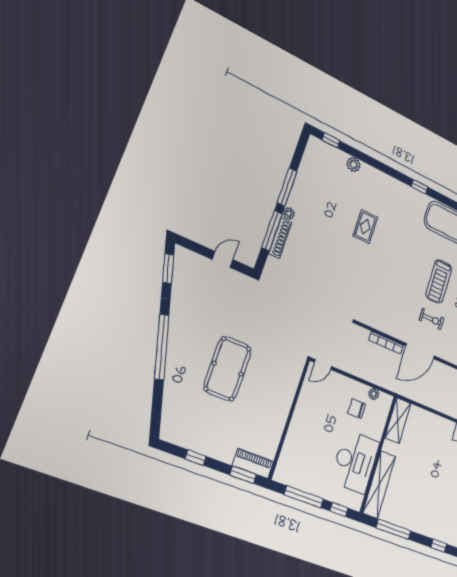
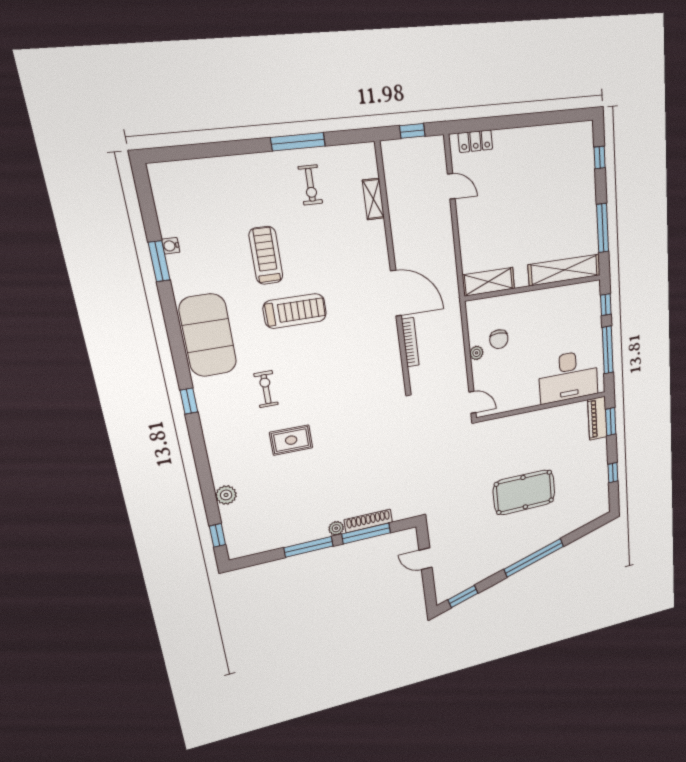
exercise bike: (432, 319) -> (266, 389), moved
plant: (374, 394) -> (477, 353), moved
desk: (355, 462) -> (568, 377), moved, turned 180

